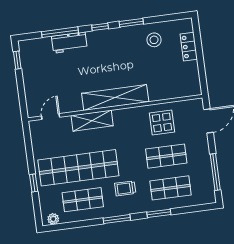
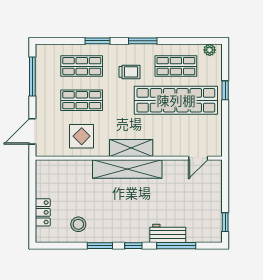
shelving: (92, 121) -> (131, 148), moved

